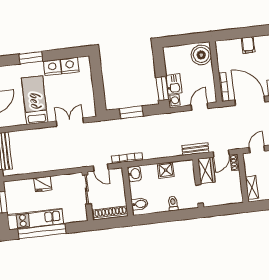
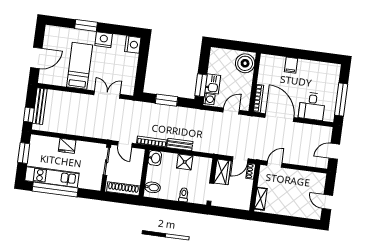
nightstand: (70, 66) -> (133, 45), moved, turned 90
bench: (195, 149) -> (180, 144), moved

